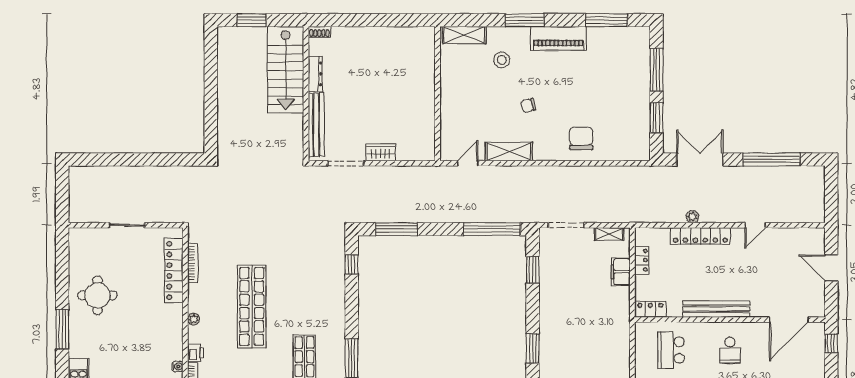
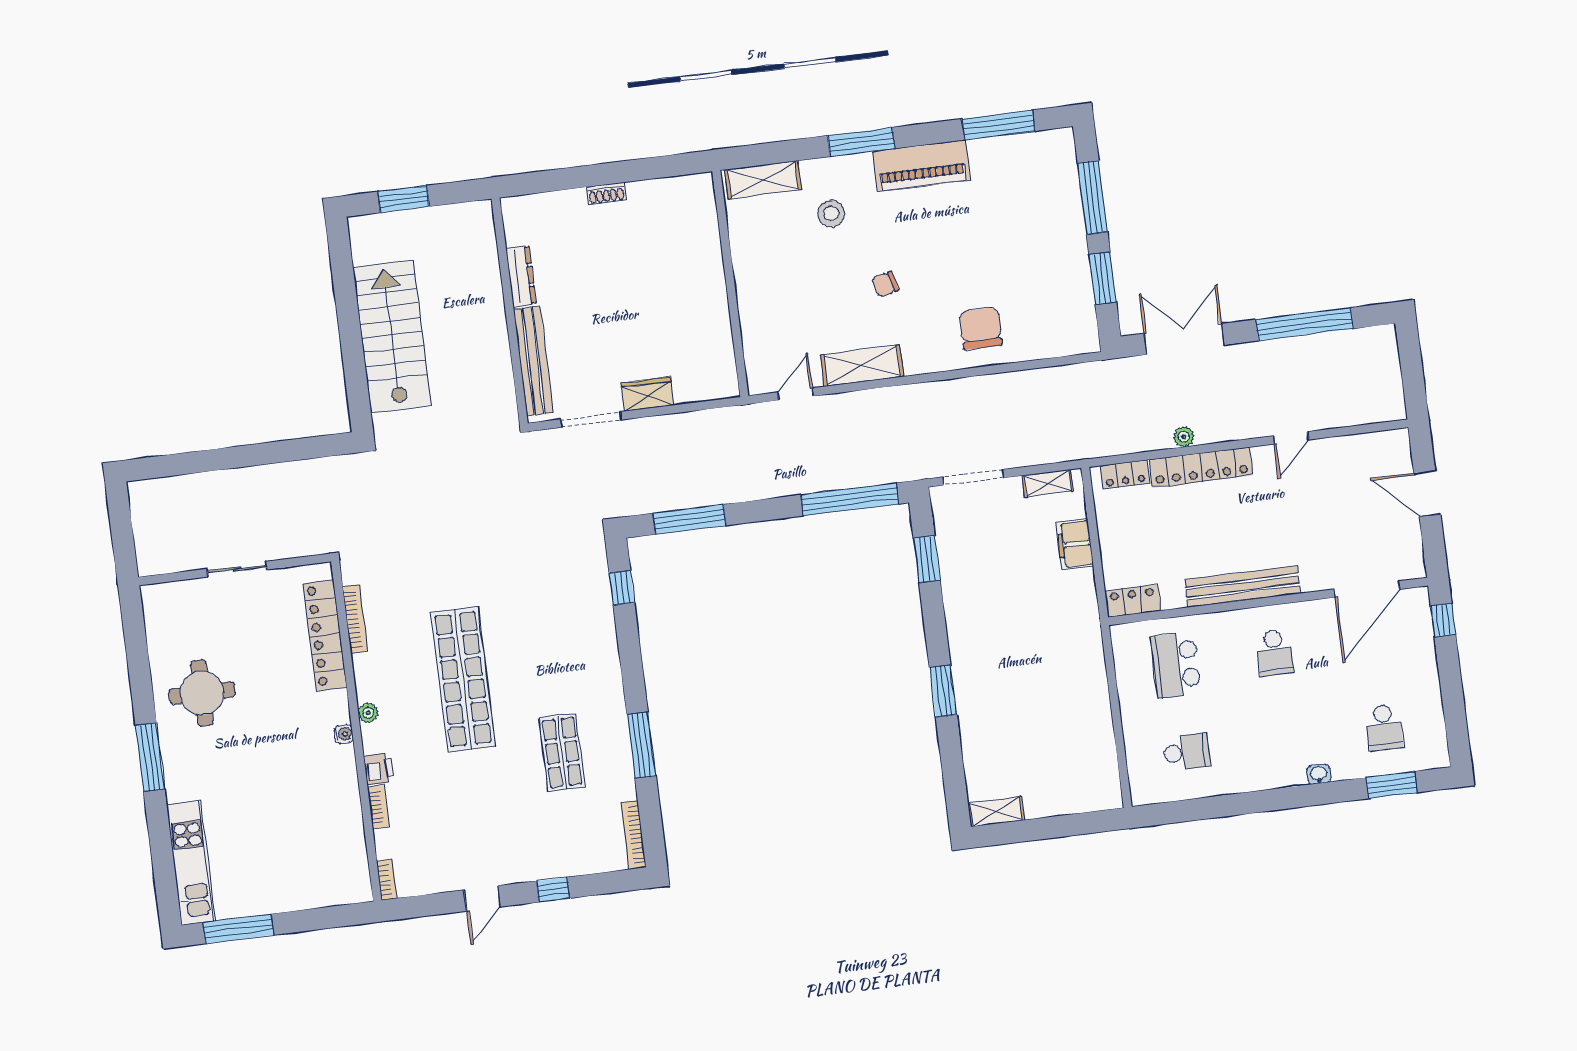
shoe rack: (319, 32) -> (606, 194), moved
stairs: (286, 70) -> (392, 337), moved, turned 180
locker: (642, 260) -> (1125, 474), moved, turned 90
water cooler: (178, 367) -> (344, 734), moved

